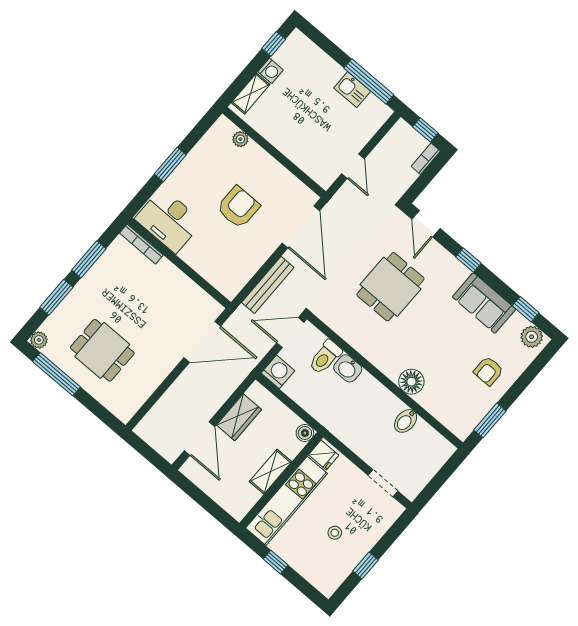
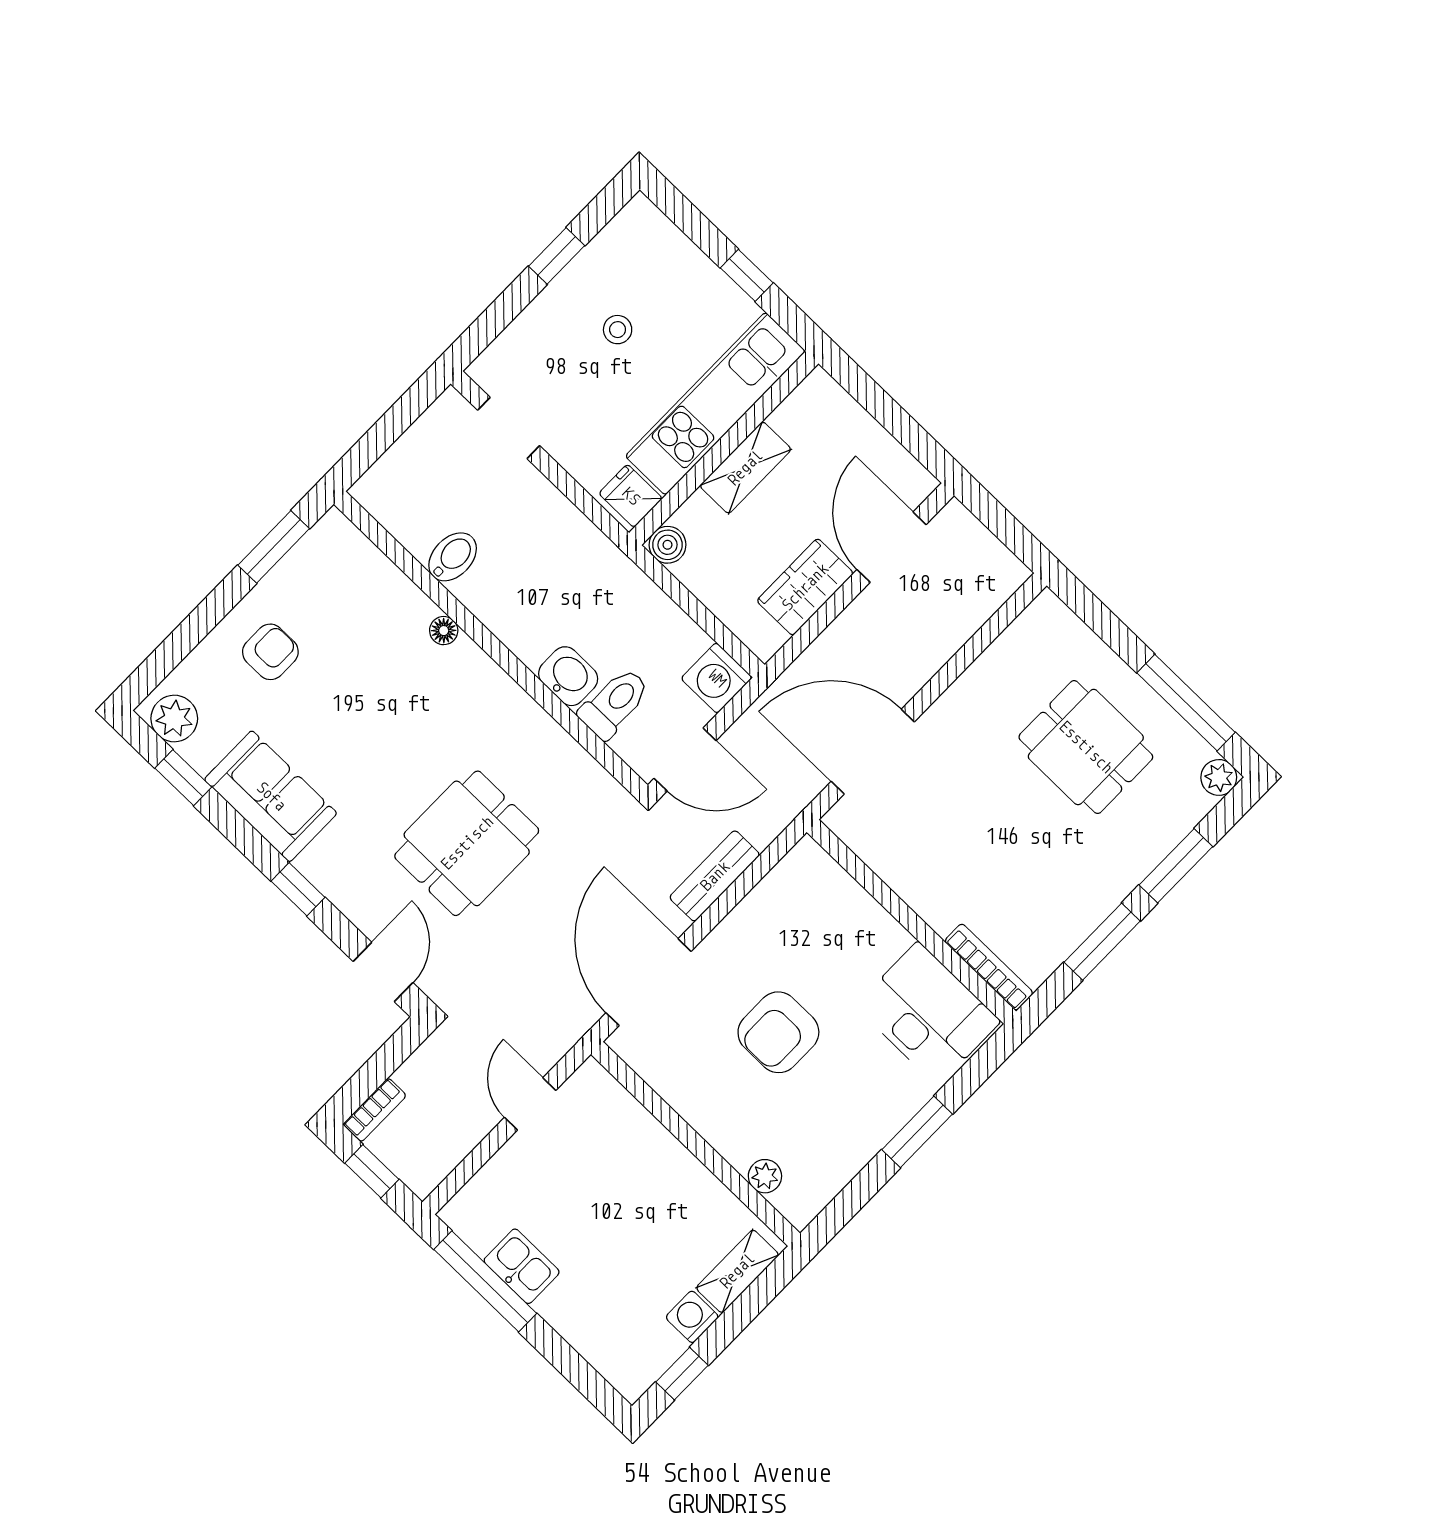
bench: (268, 285) -> (715, 876), width x0.73
floor lamp: (411, 382) -> (444, 631), width x0.53, depth x0.53

